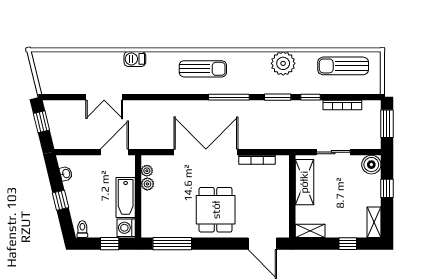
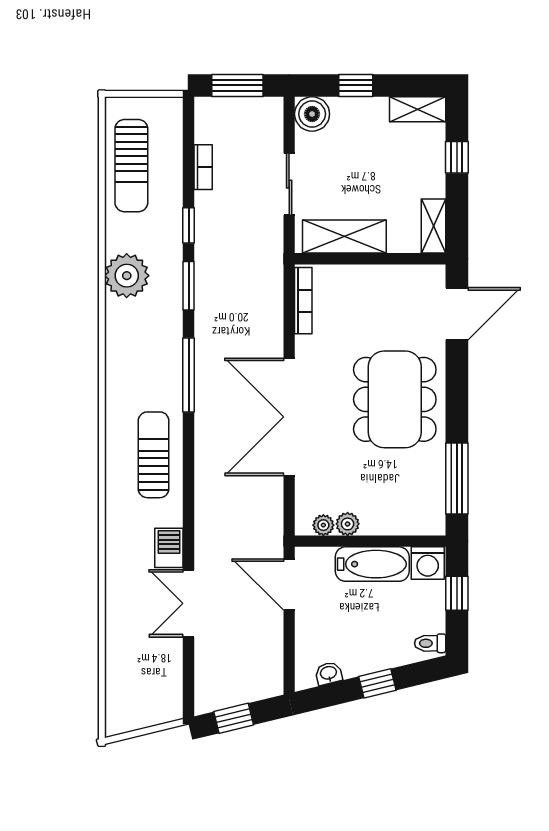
barbecue: (135, 59) -> (169, 548), moved, turned 180
sun lounger: (203, 69) -> (154, 455), moved
double door: (104, 97) -> (189, 603), swing flipped
bookcase: (342, 105) -> (203, 167), width x0.64
bookcase: (257, 160) -> (303, 301), moved
dining table: (216, 210) -> (395, 399), width x1.38

